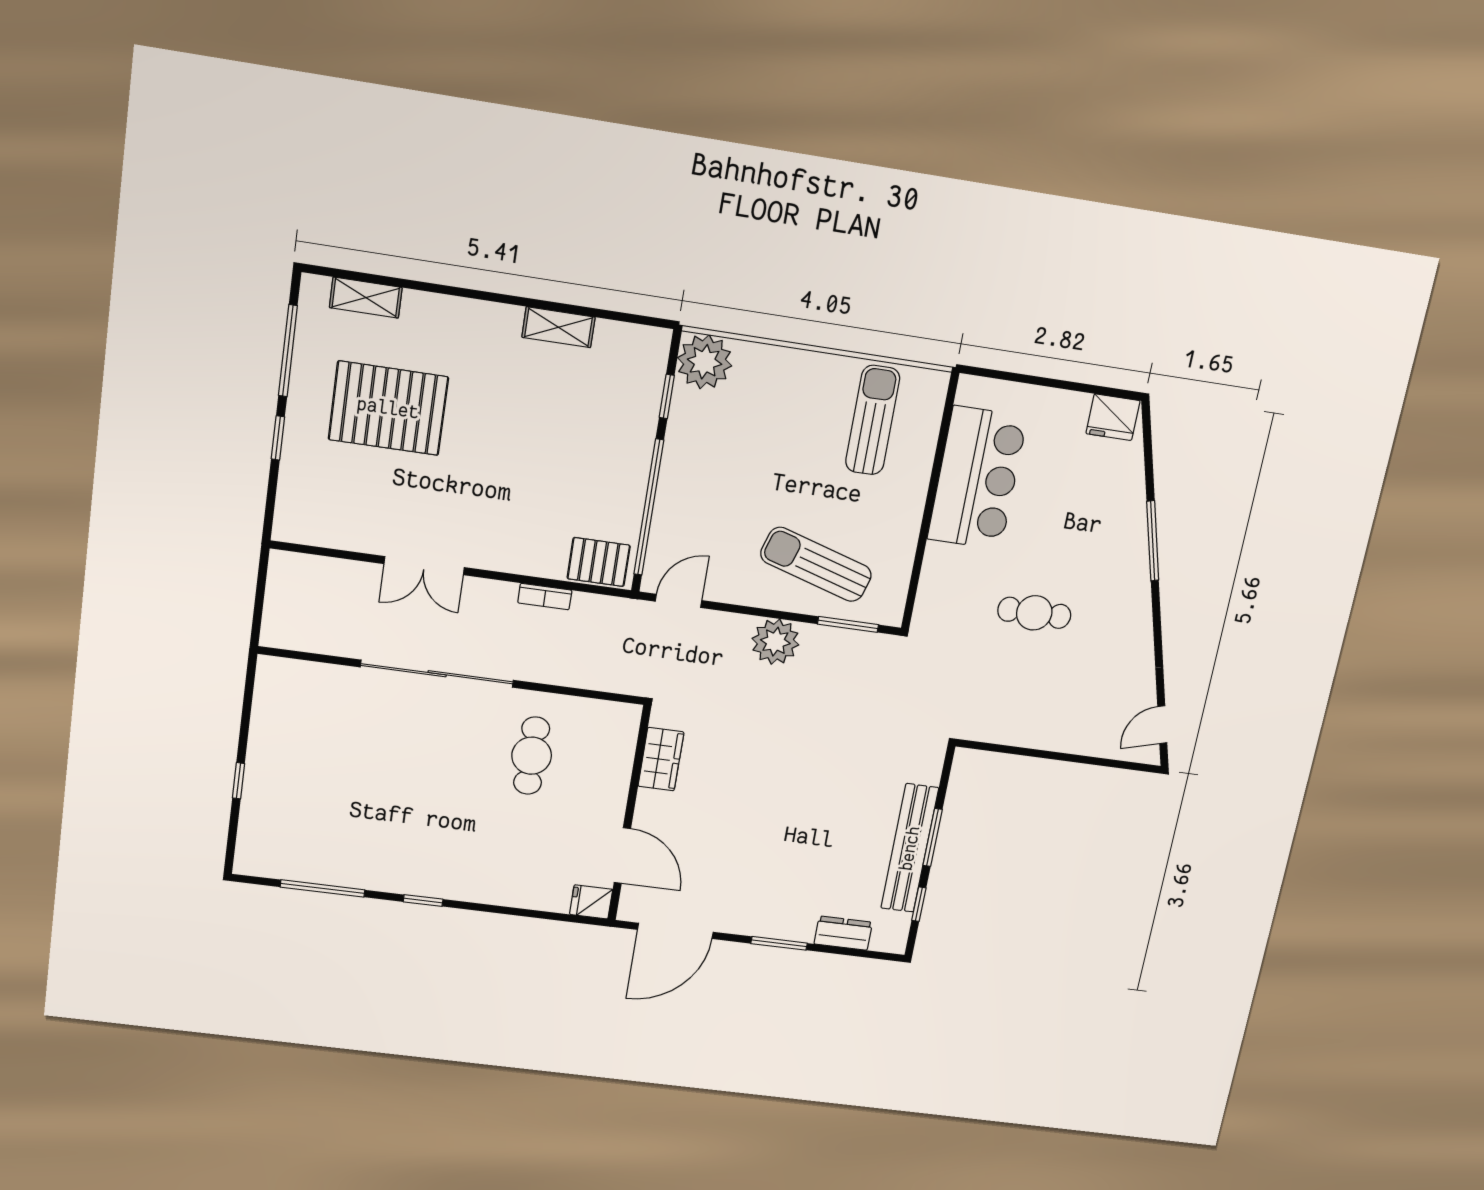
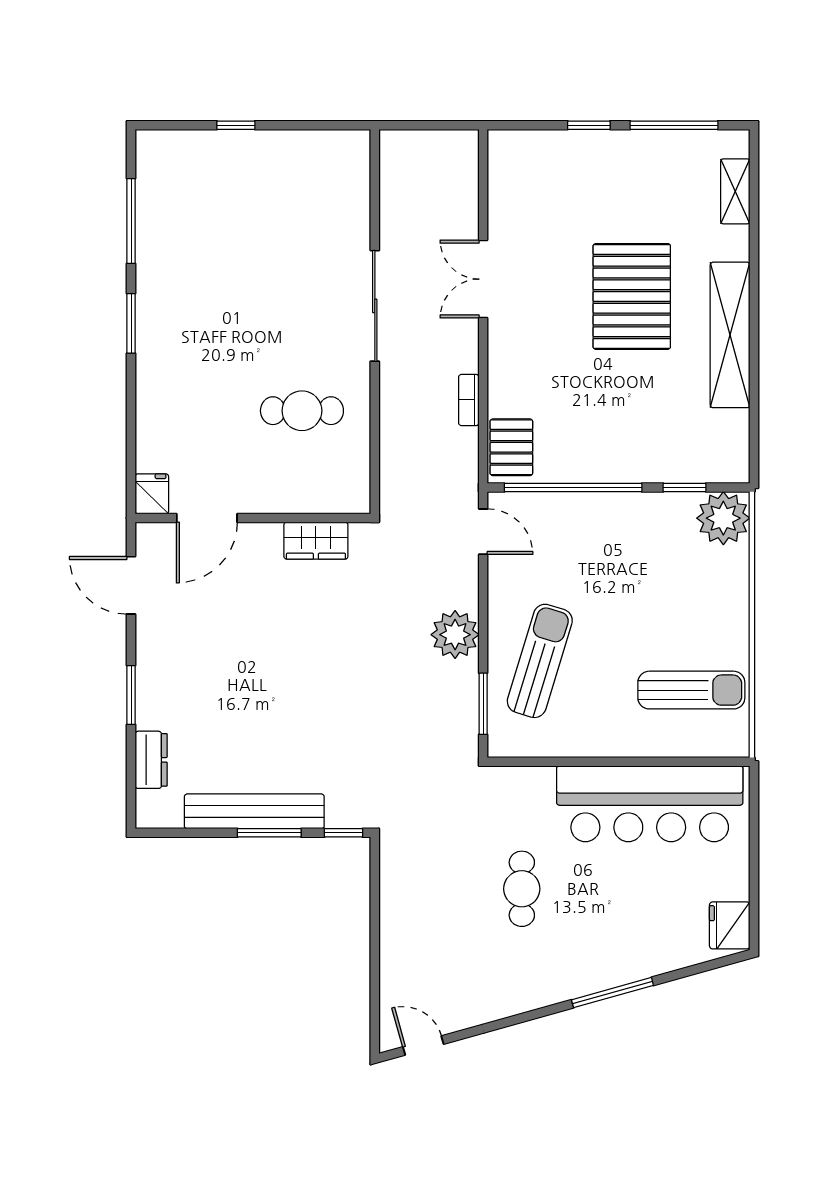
shelving: (558, 327) -> (730, 335), width x2.20, depth x1.33
pallet: (388, 408) -> (632, 296), moved
bar counter: (977, 478) -> (650, 804), width x1.36
sliding door: (437, 674) -> (375, 306), width x0.73
window: (423, 901) -> (131, 323), width x1.50
window: (919, 904) -> (343, 833), moved
door: (675, 931) -> (131, 585), width x0.73

